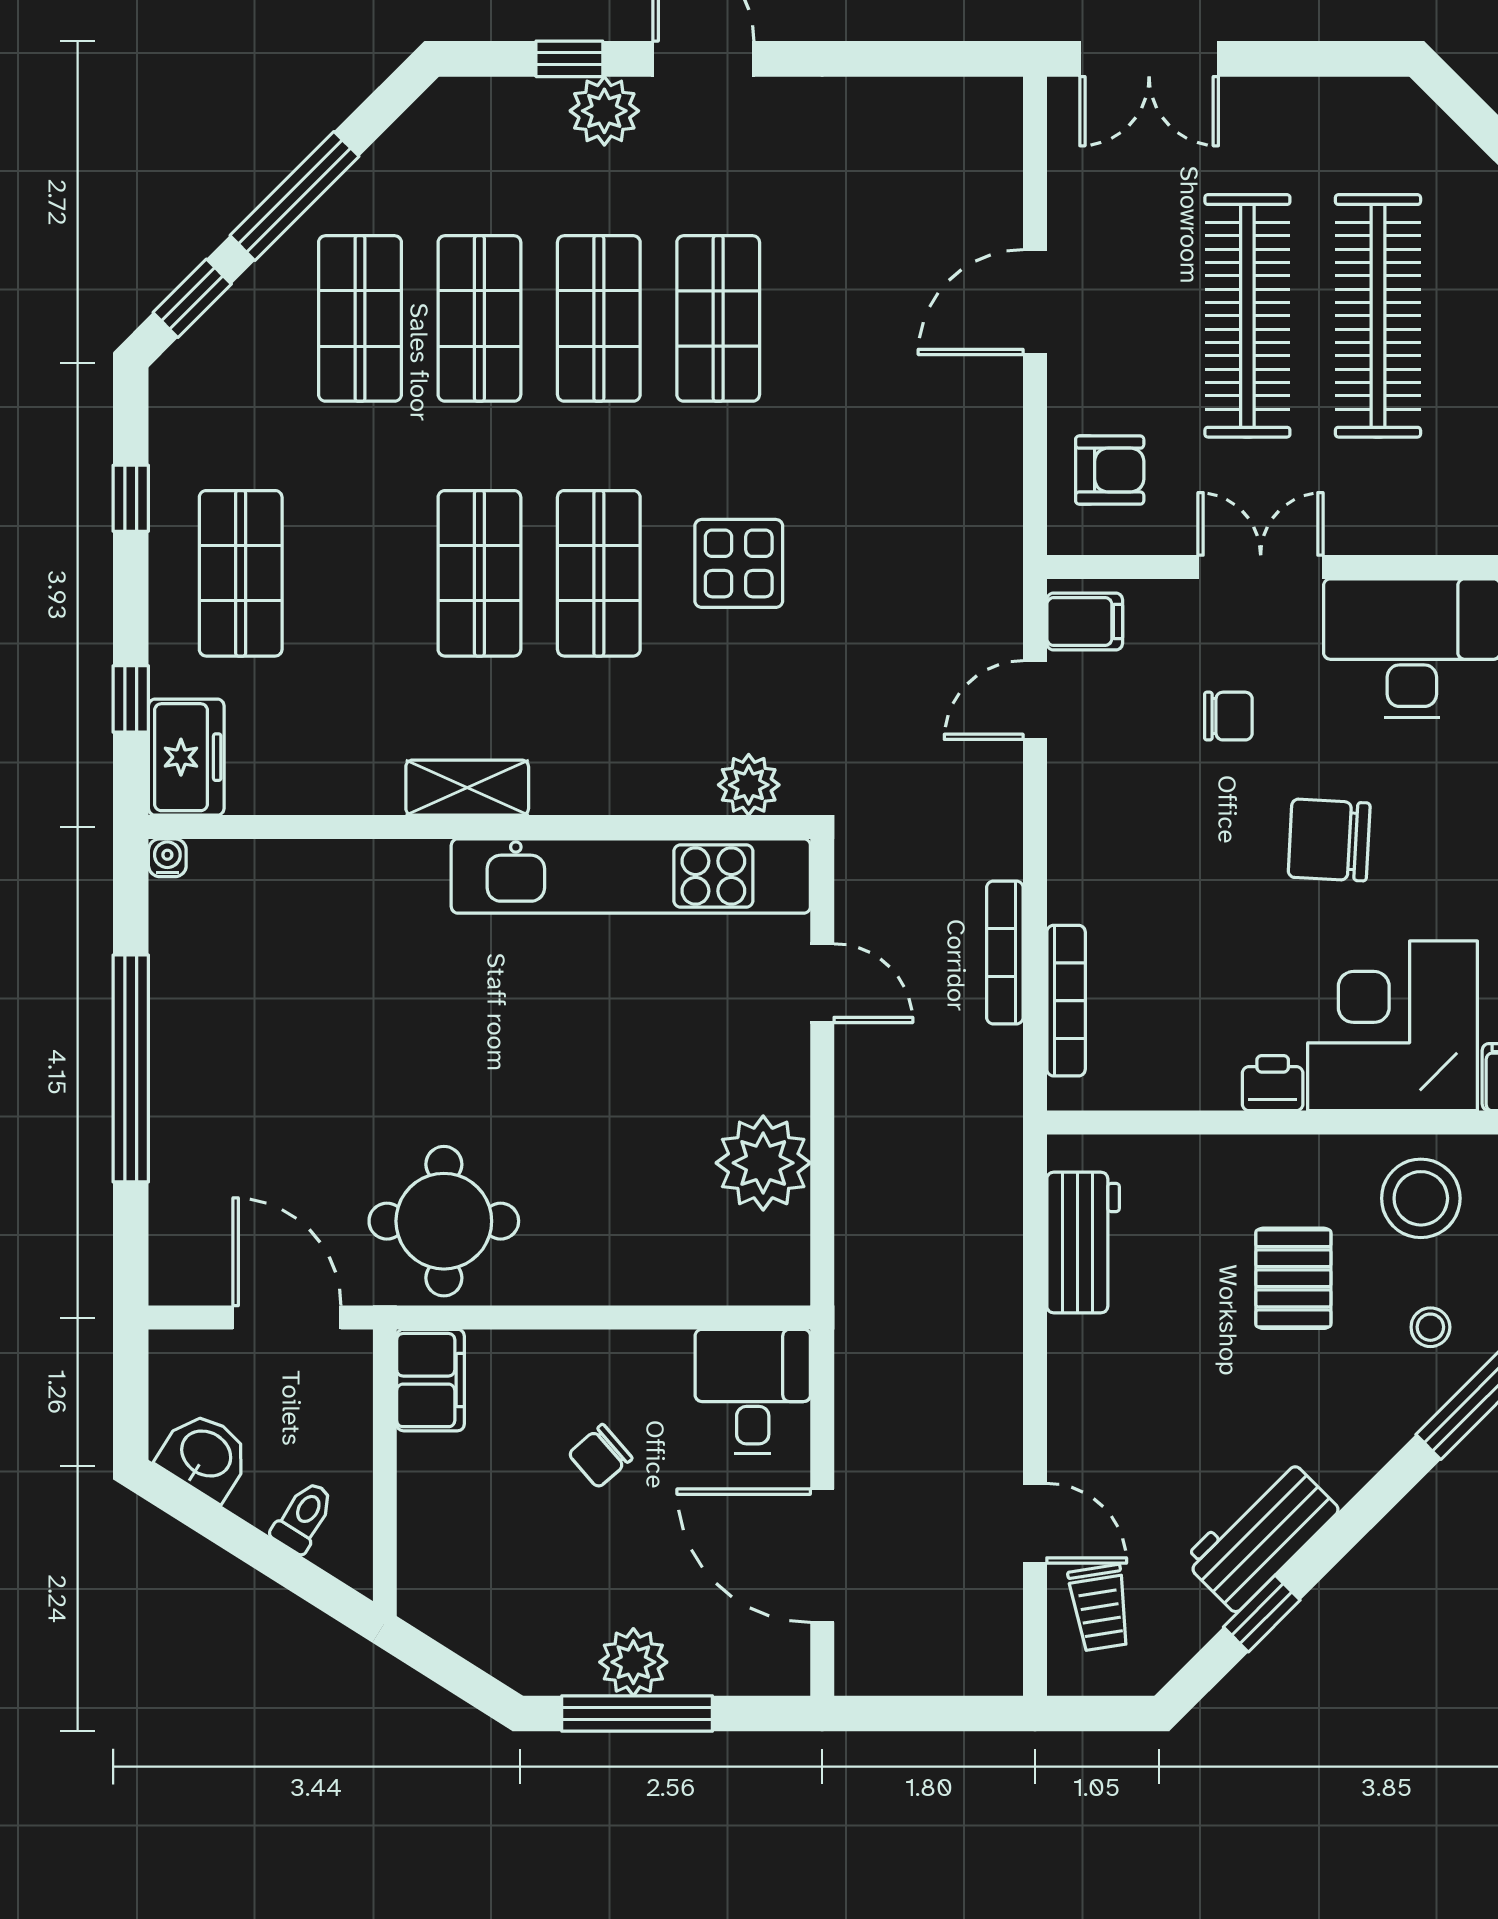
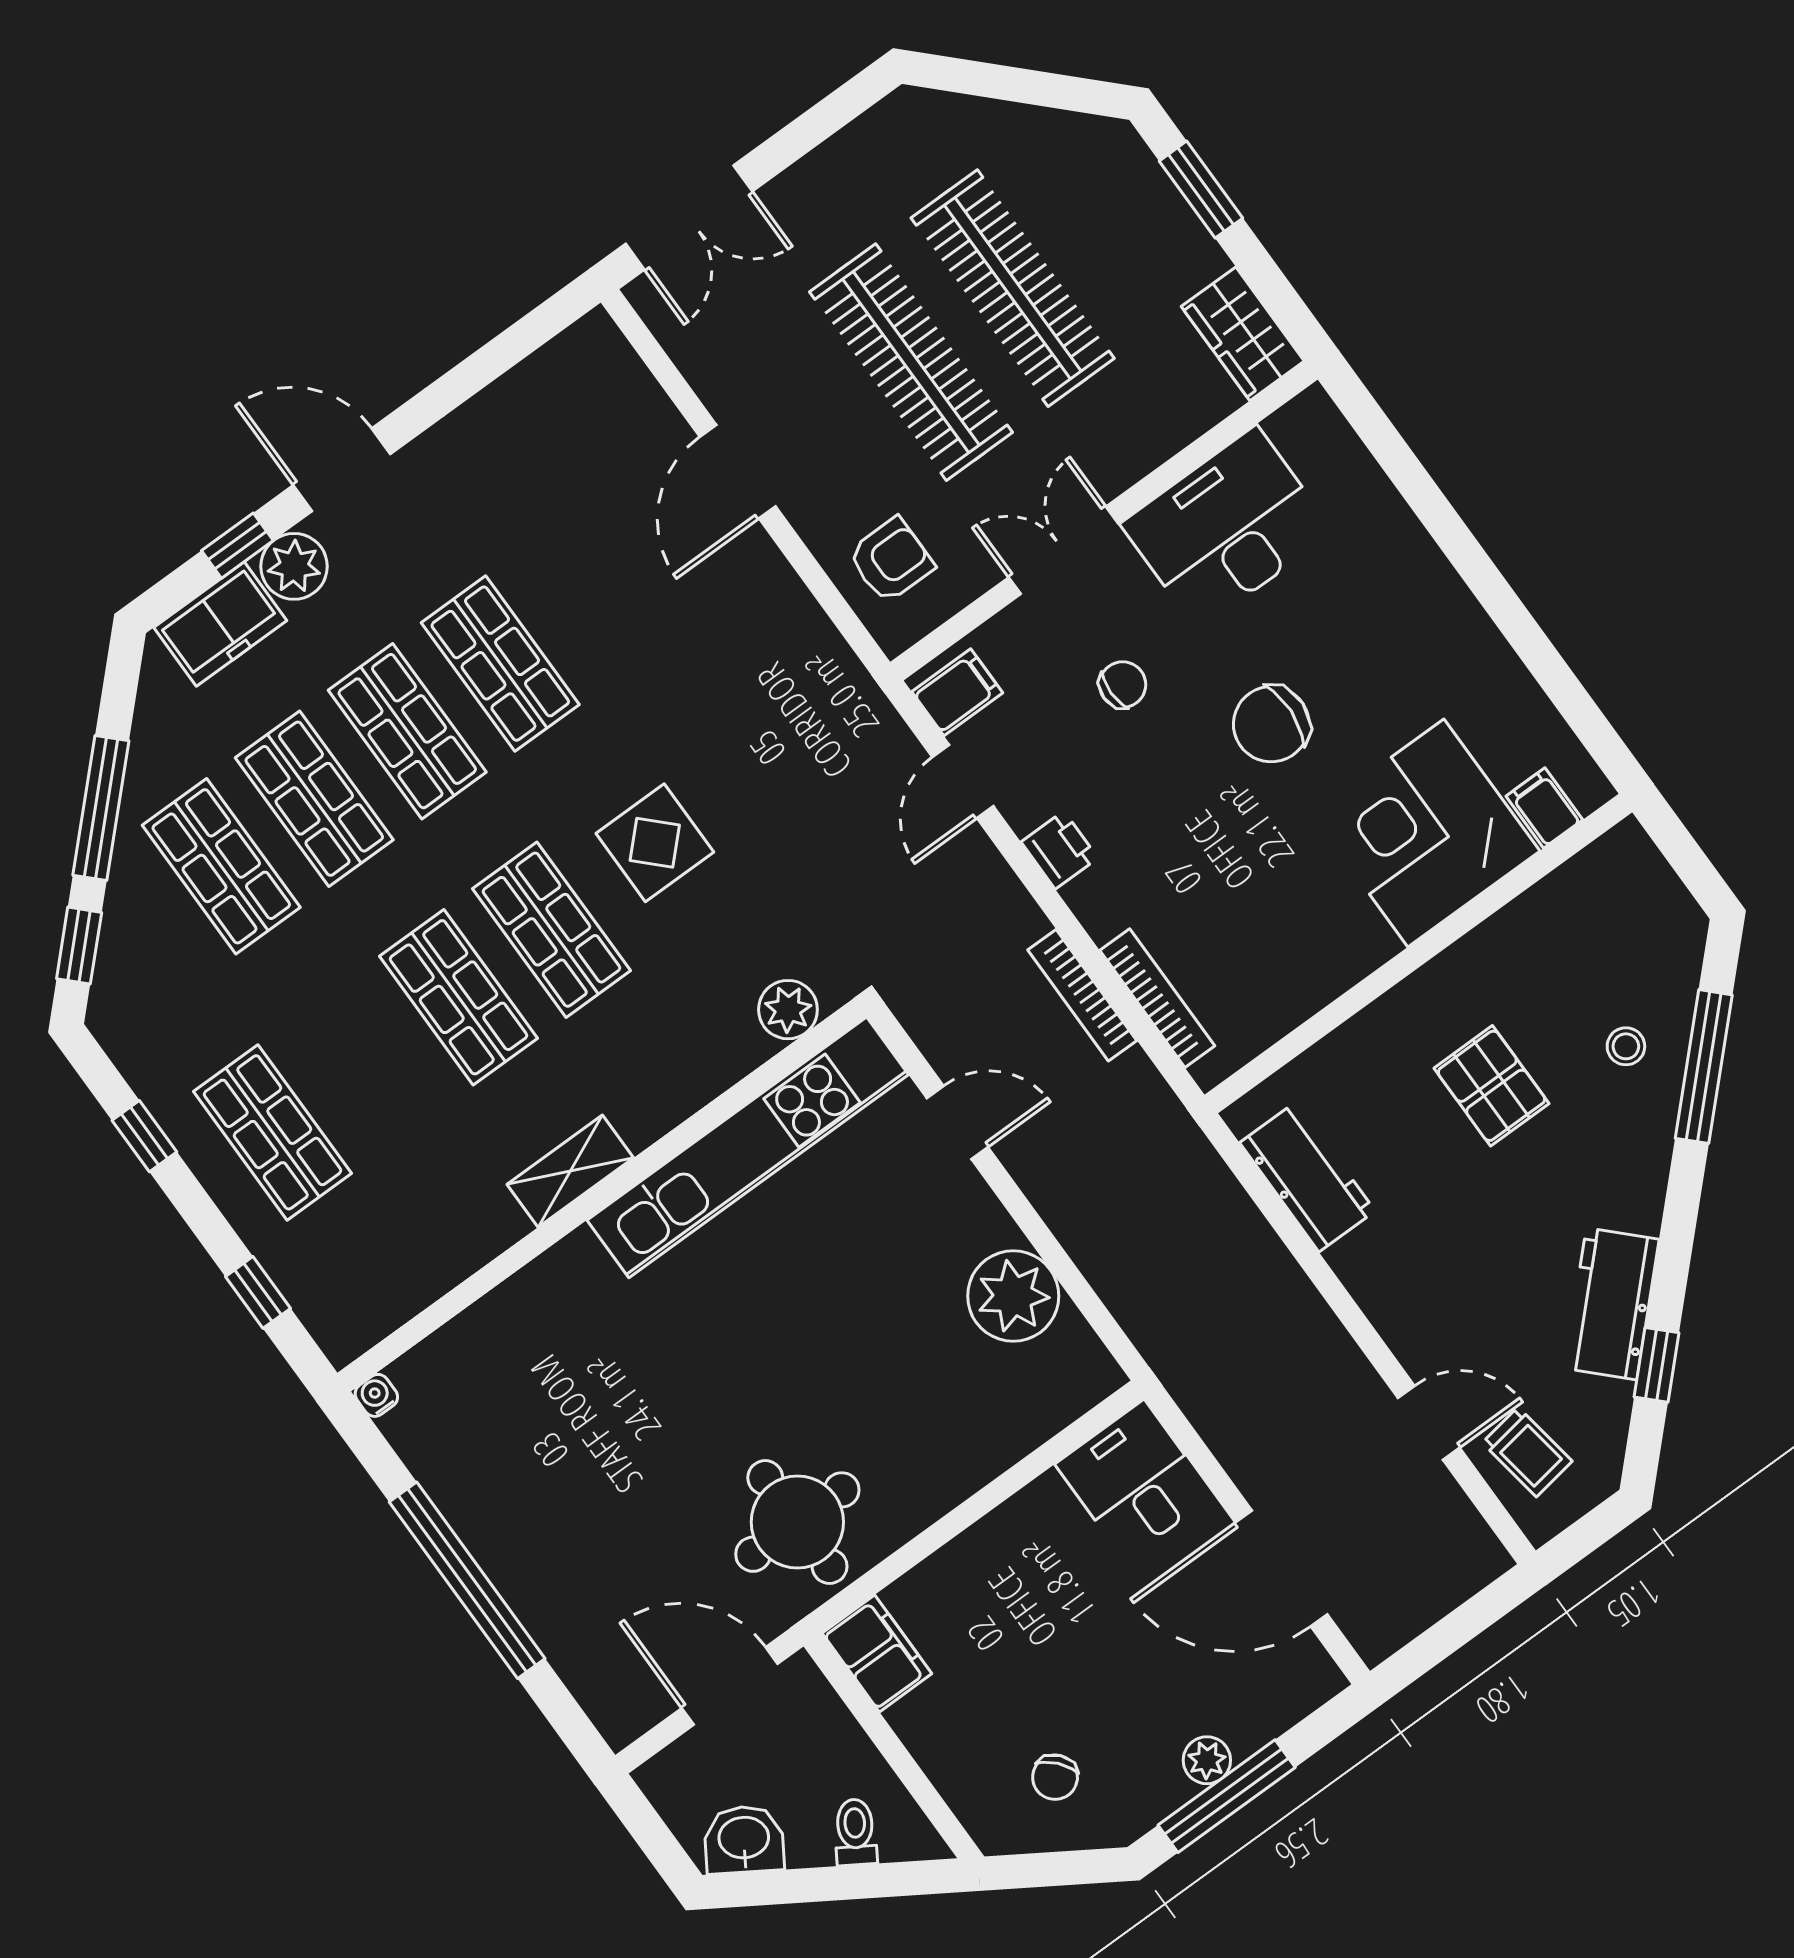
freezer: (186, 757) -> (220, 624), moved, turned 90
printer: (1273, 1083) -> (1060, 850), moved, turned 90
stool: (1421, 1198) -> (1546, 951), removed
chair: (600, 1456) -> (1055, 1777), moved
plant: (633, 1662) -> (1207, 1760), width x0.73, depth x0.73

